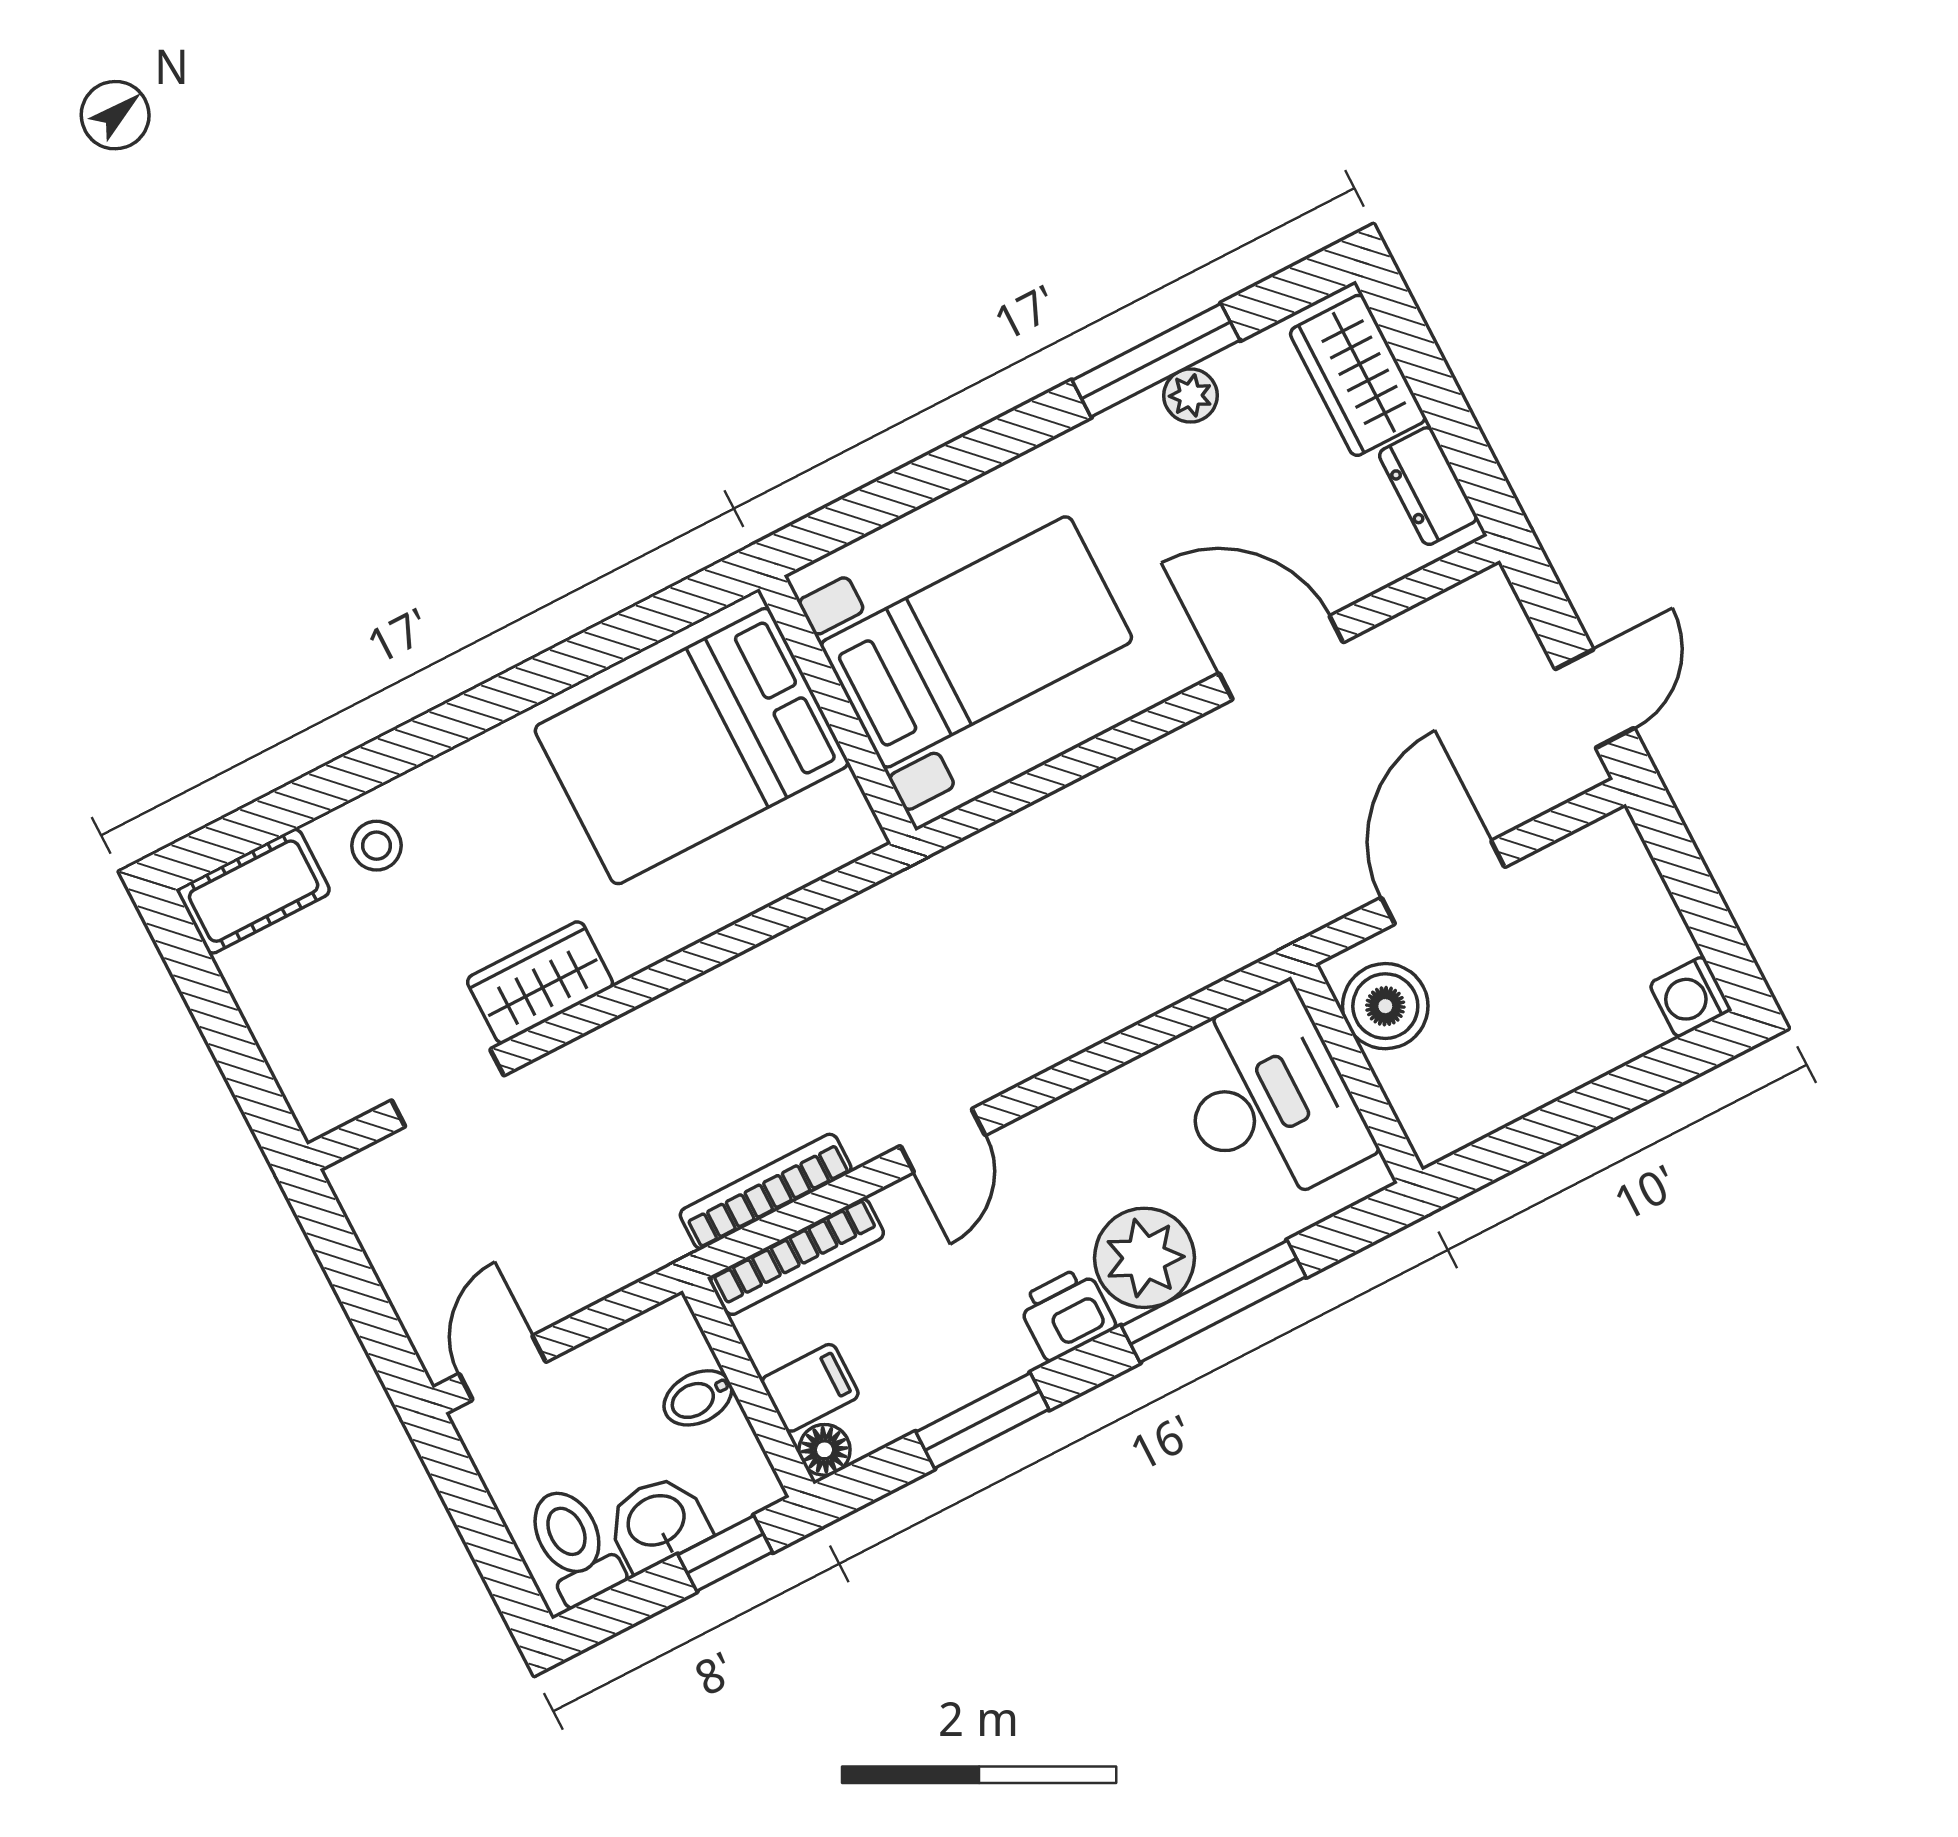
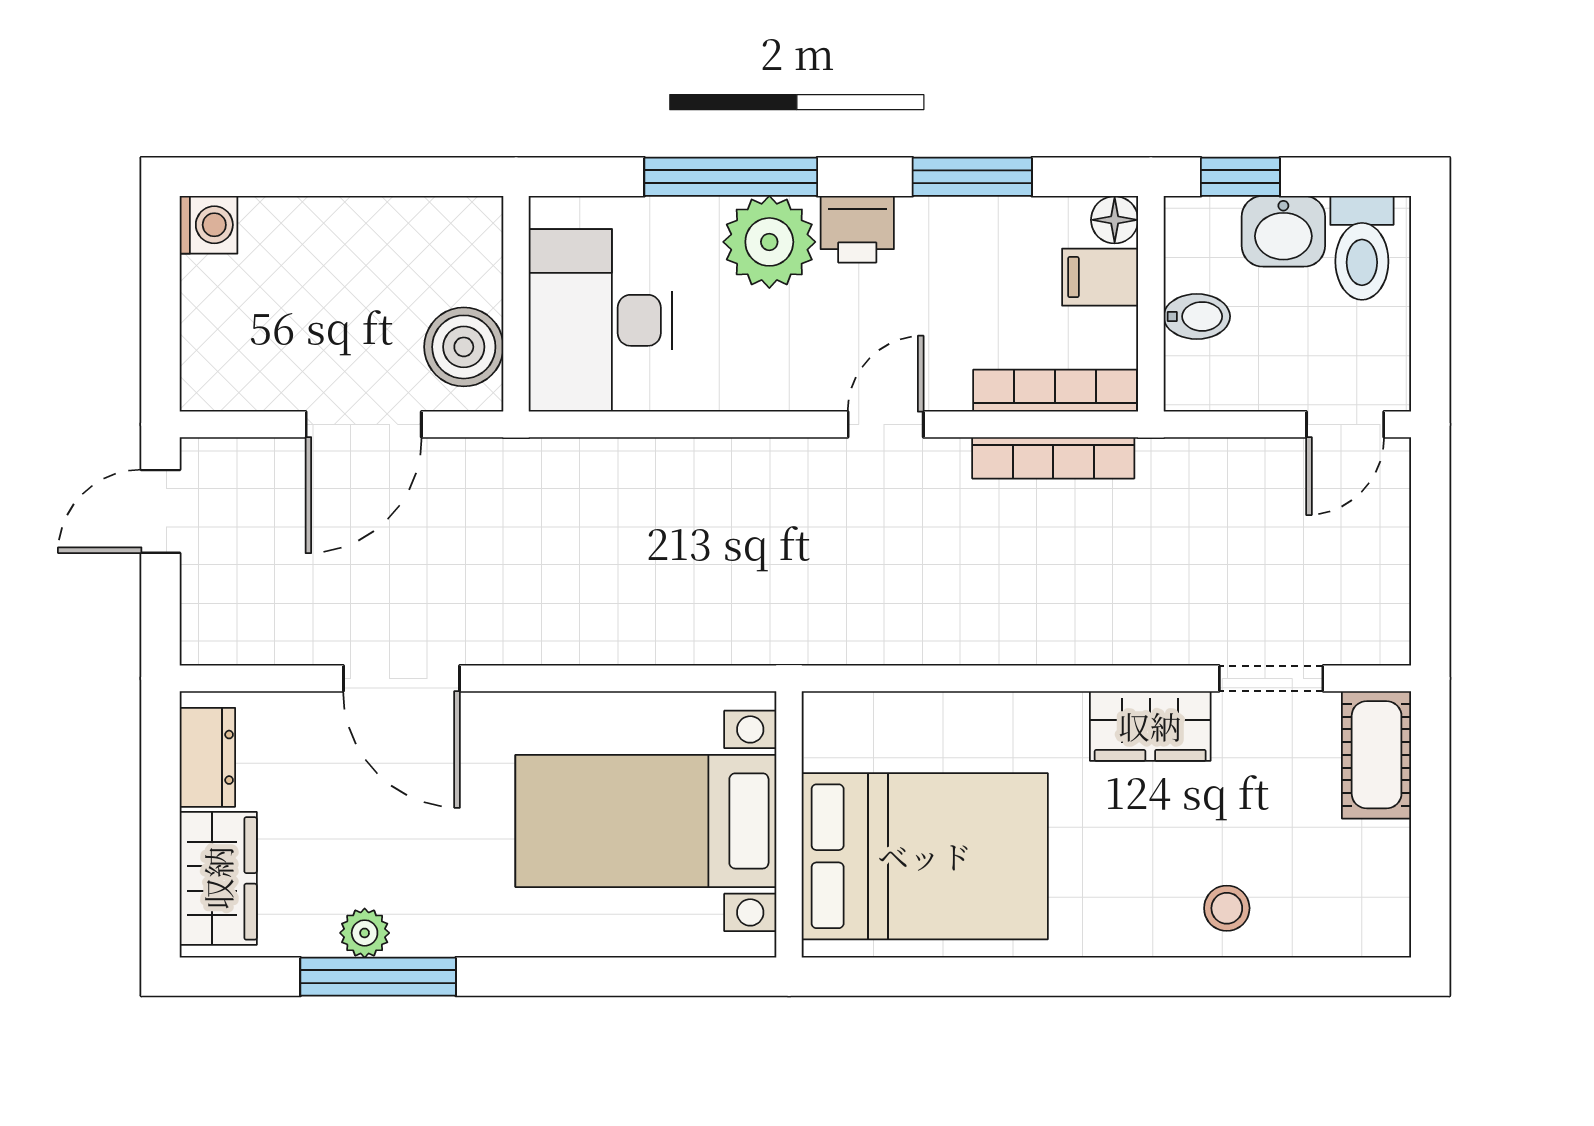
cot: (254, 891) -> (1377, 755), moved, turned 90

